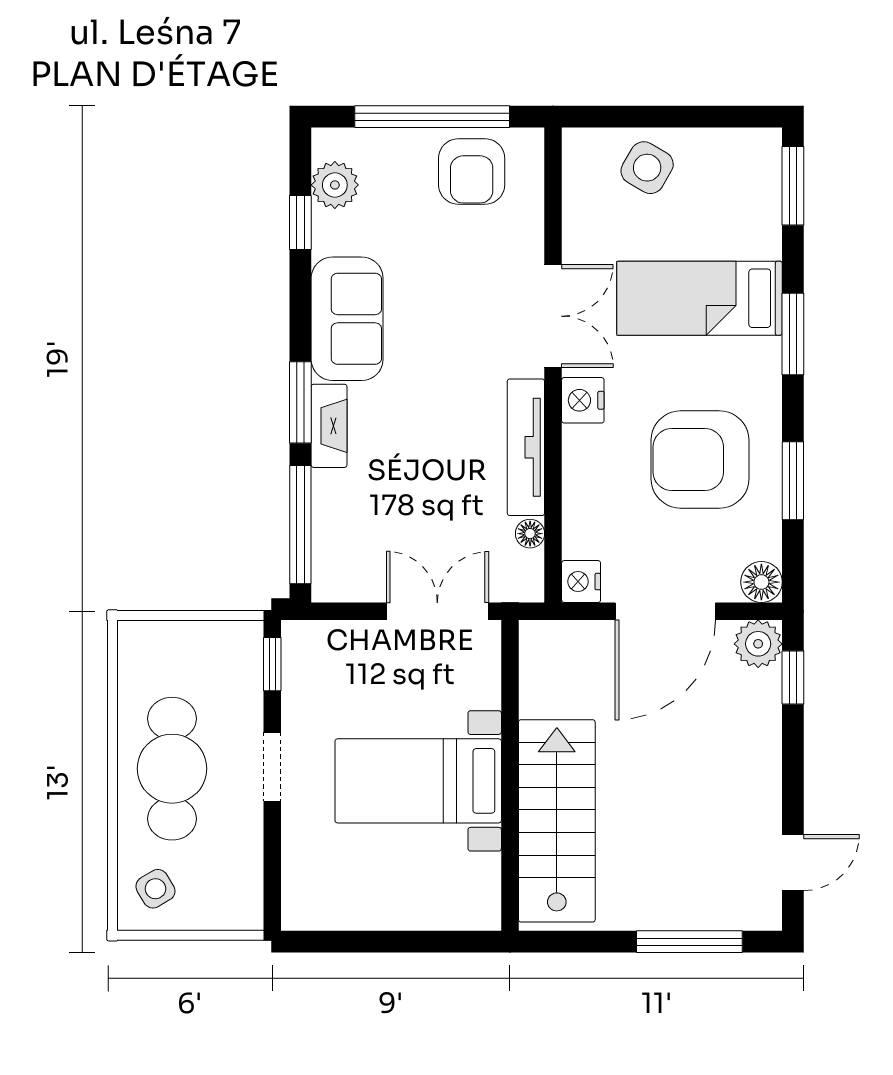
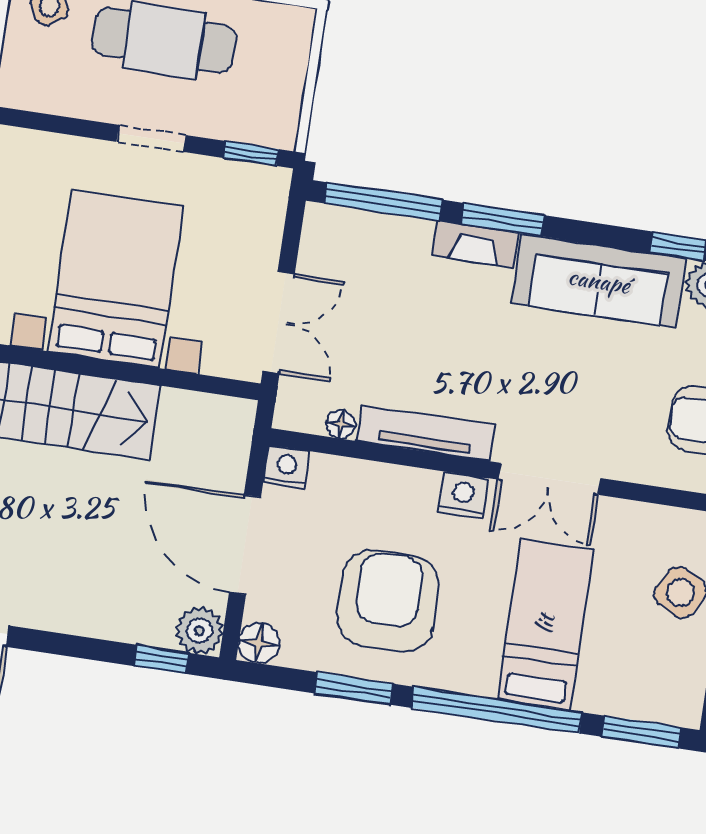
sofa: (347, 319) -> (599, 281), width x1.36
window: (793, 334) -> (497, 710), width x2.11
bed with nightstands: (418, 781) -> (116, 279), width x1.36

